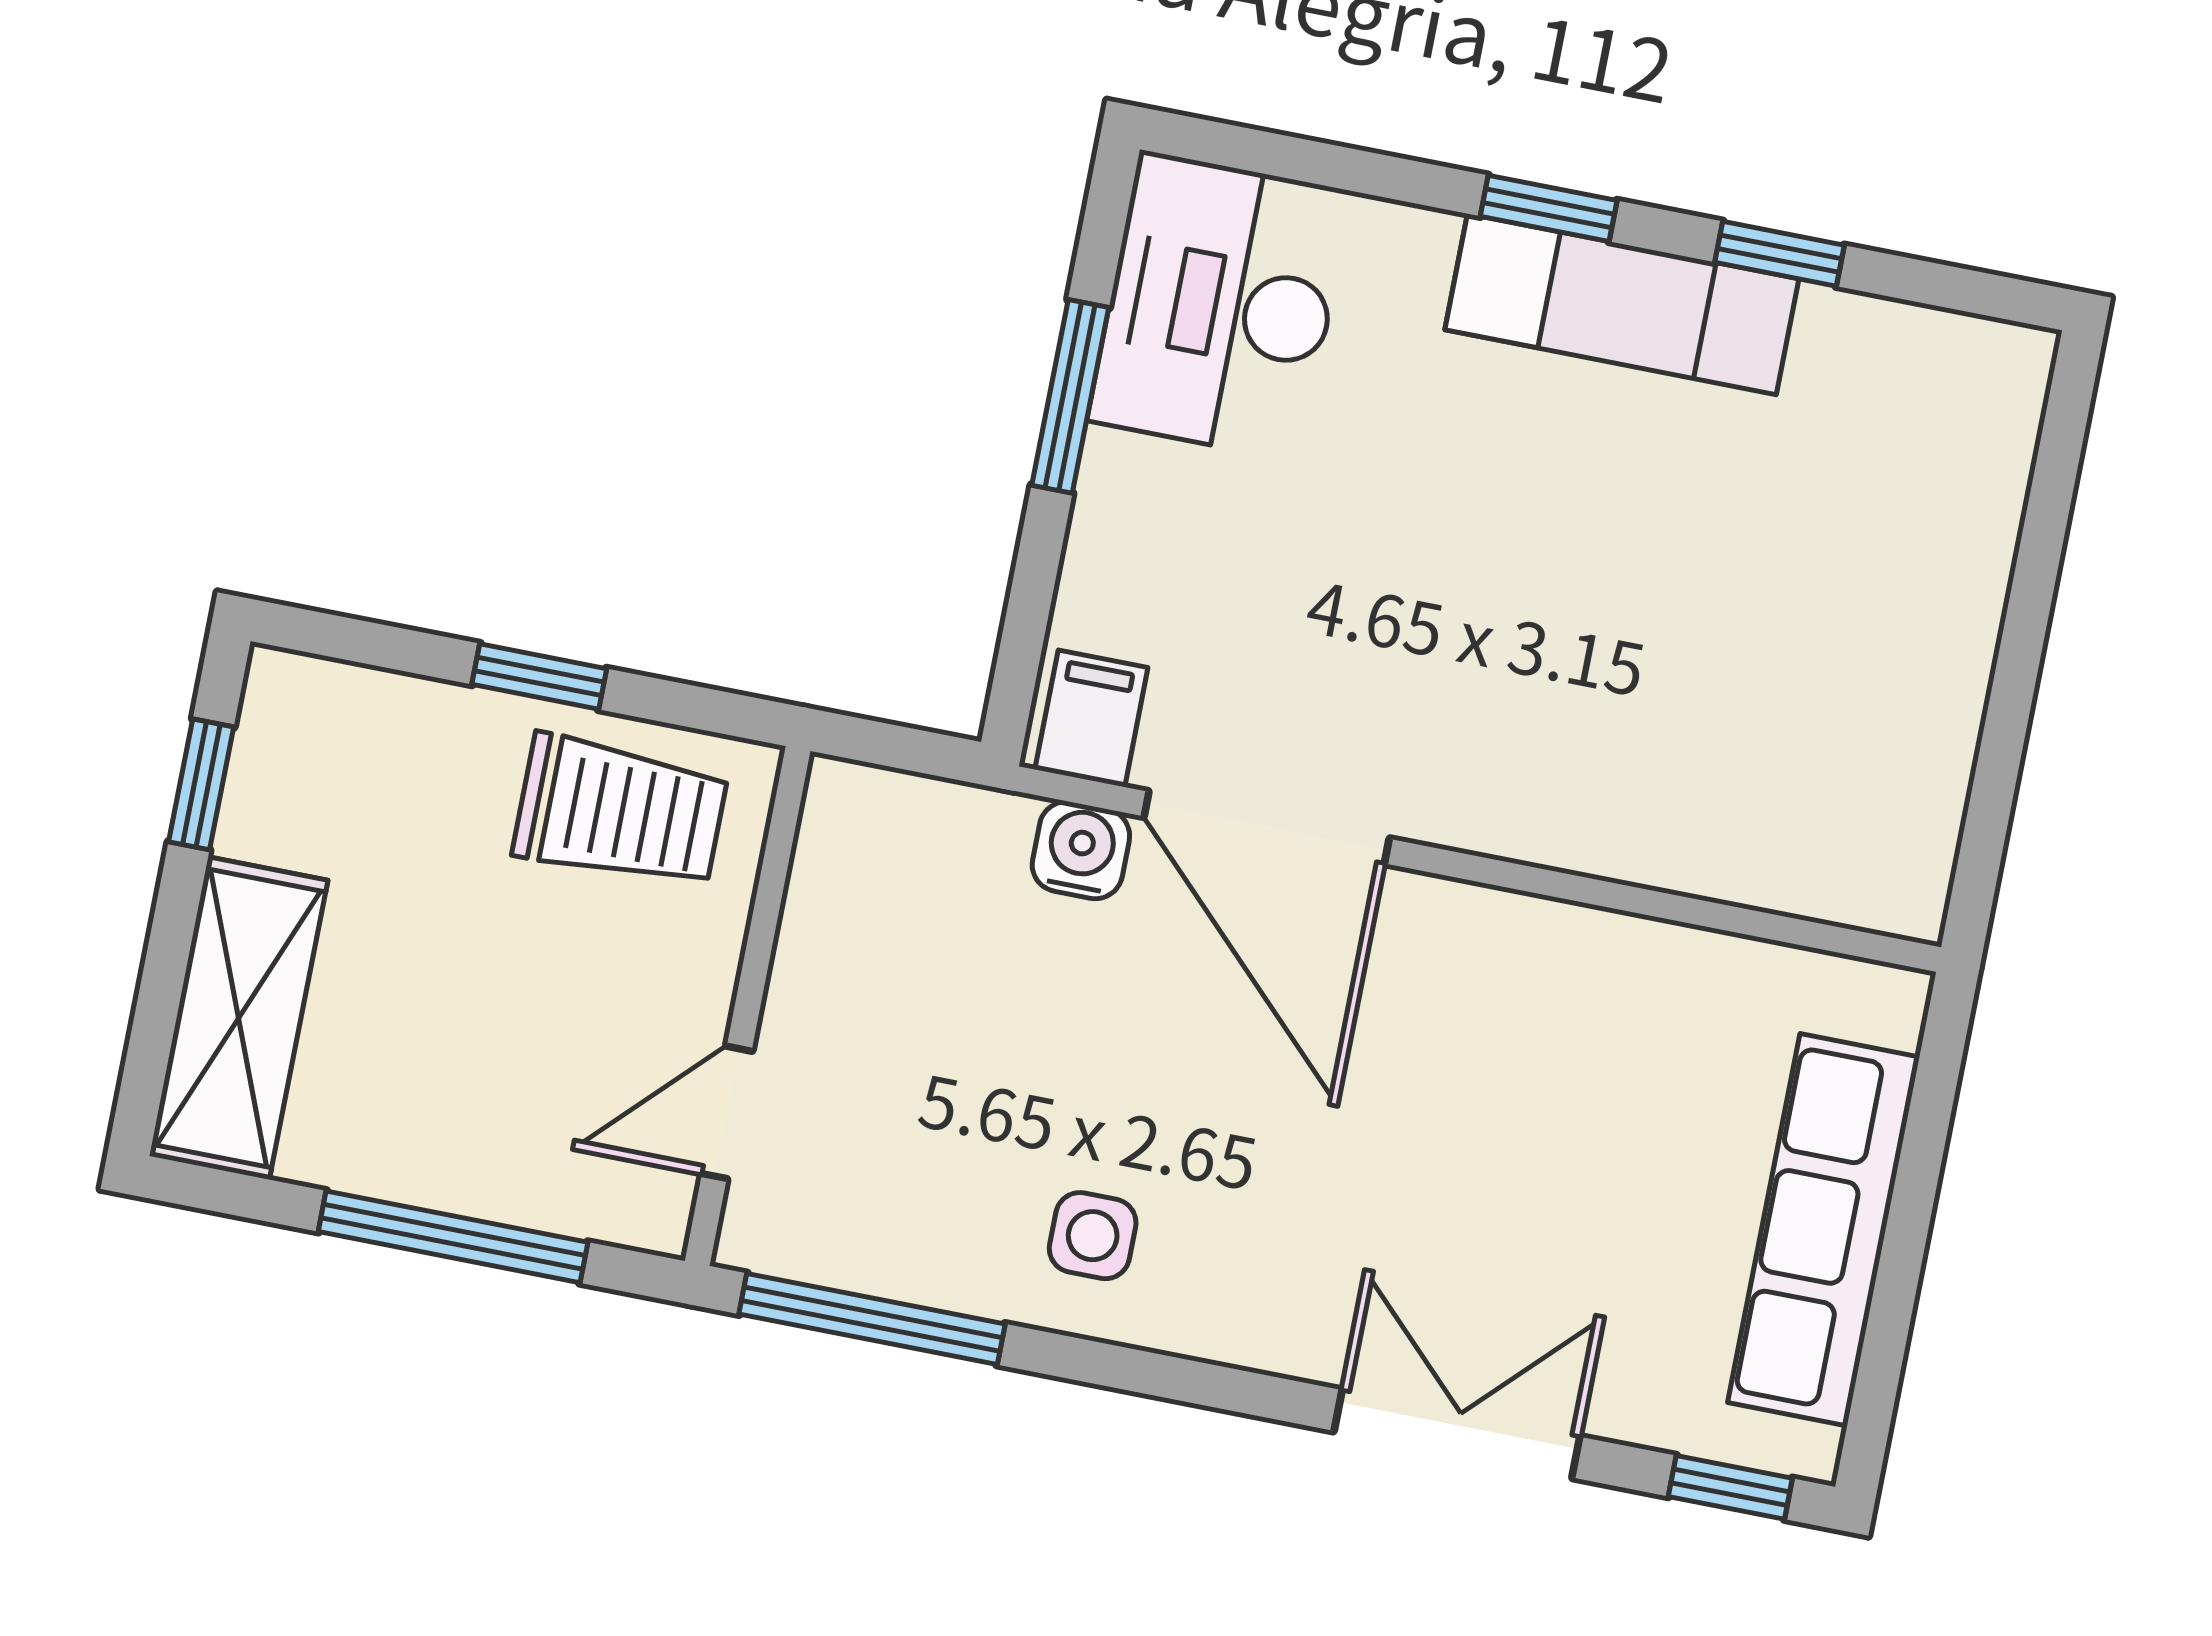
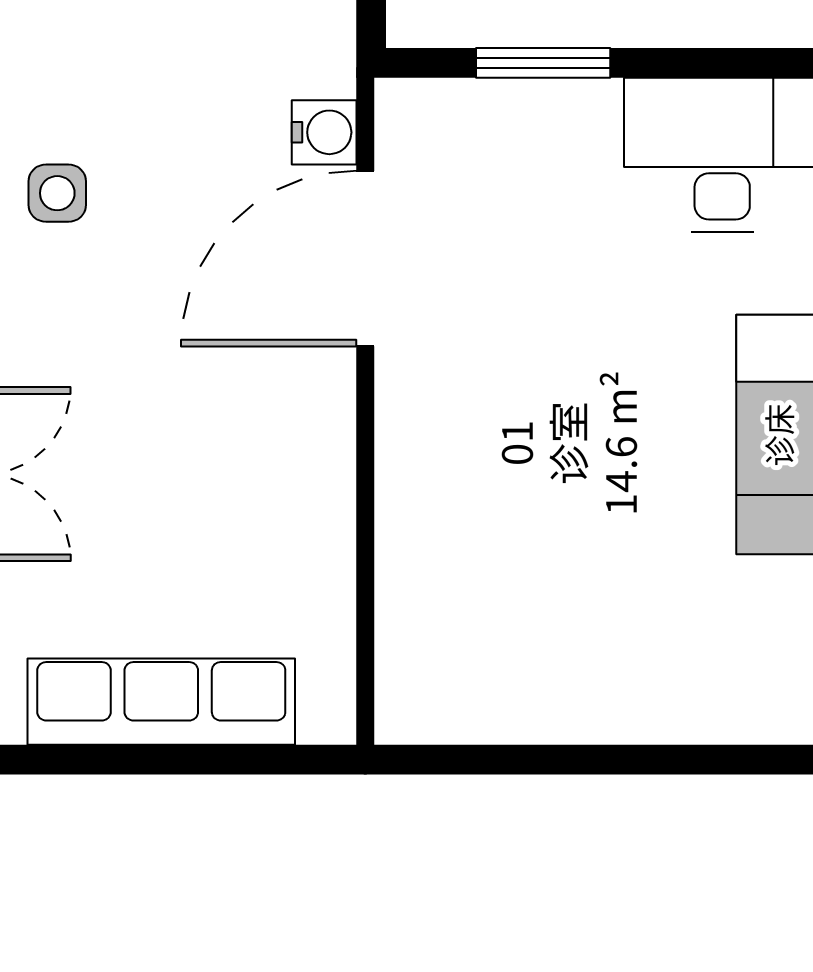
window: (1070, 396) -> (543, 63), moved
filing cabinet: (1091, 718) -> (417, 122), removed

